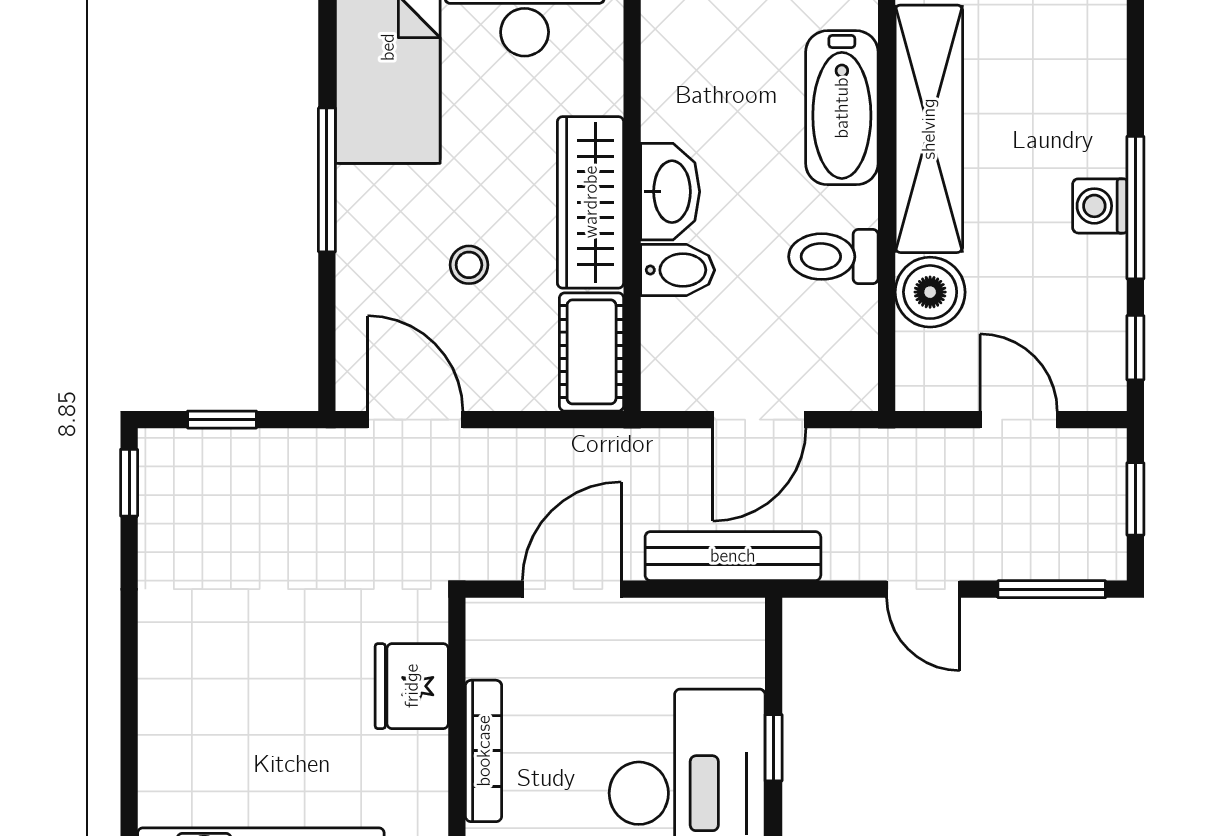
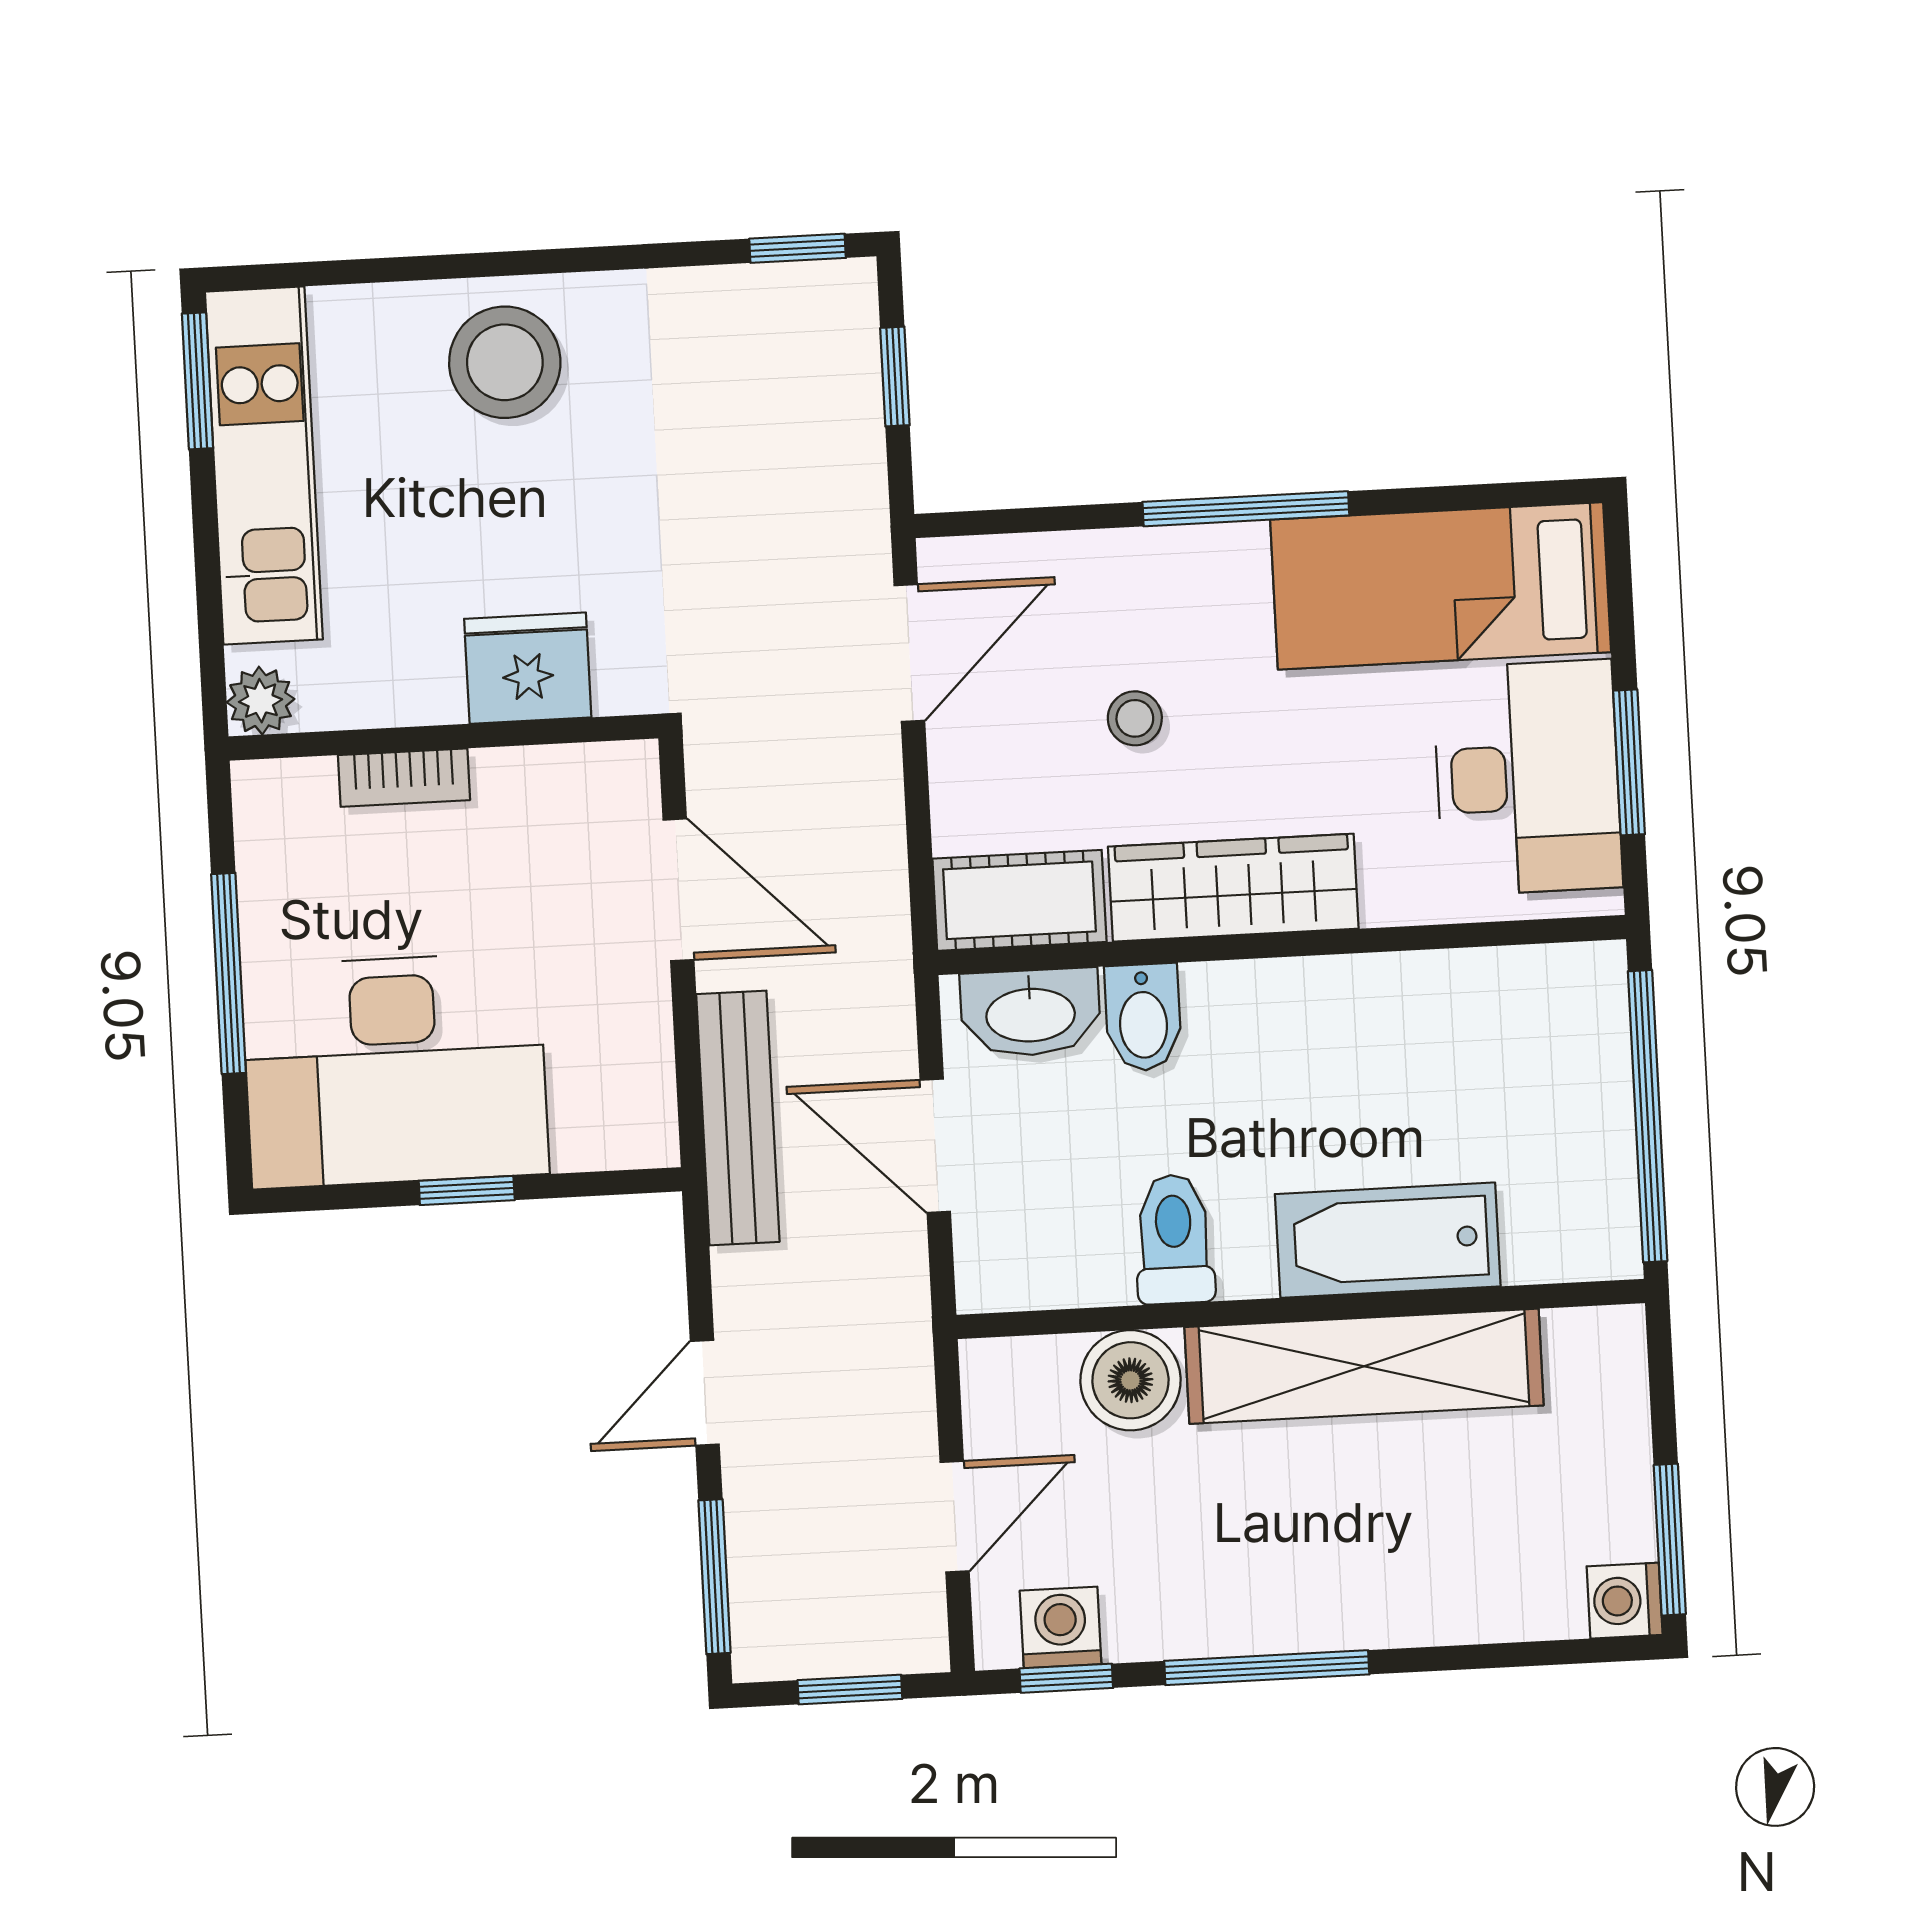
washbasin: (670, 192) -> (1030, 1013), moved
washing machine: (1100, 206) -> (1061, 1627), moved
stool: (198, 691) -> (505, 362), added
bookcase: (484, 751) -> (404, 778), width x0.64

